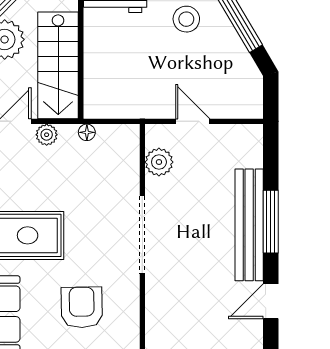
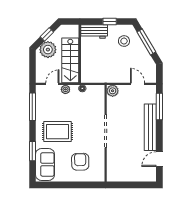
door: (193, 121) -> (138, 84), moved
plant: (159, 162) -> (113, 91), moved
window: (271, 222) -> (159, 107), moved

